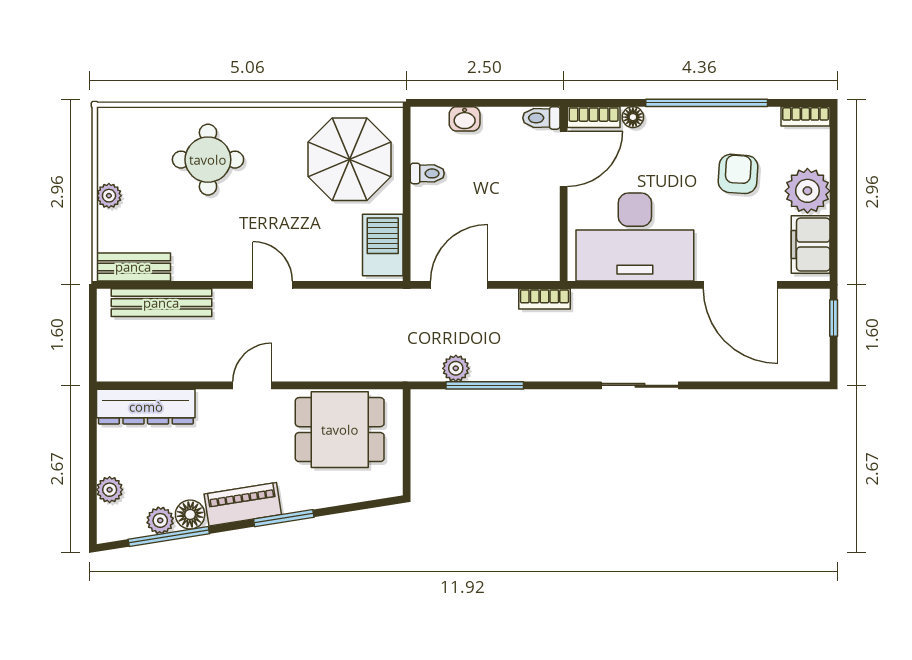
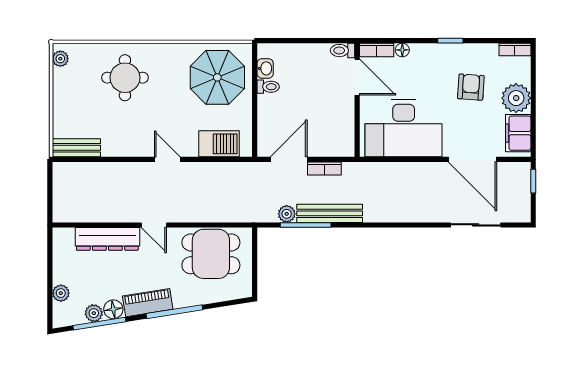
window: (707, 103) -> (450, 41), width x0.32
washbasin: (465, 119) -> (265, 68), moved, turned -90
door: (564, 159) -> (357, 77), hinge flipped
plant: (109, 196) -> (60, 59), moved
barbecue: (383, 245) -> (219, 144), moved, turned 90
bookcase: (544, 299) -> (324, 169), moved
bench: (161, 303) -> (330, 213), moved
door: (252, 385) -> (154, 225), swing flipped
sliding door: (640, 385) -> (476, 225), moved
dresser: (146, 407) -> (107, 239), moved
window: (284, 518) -> (174, 312), width x1.44

